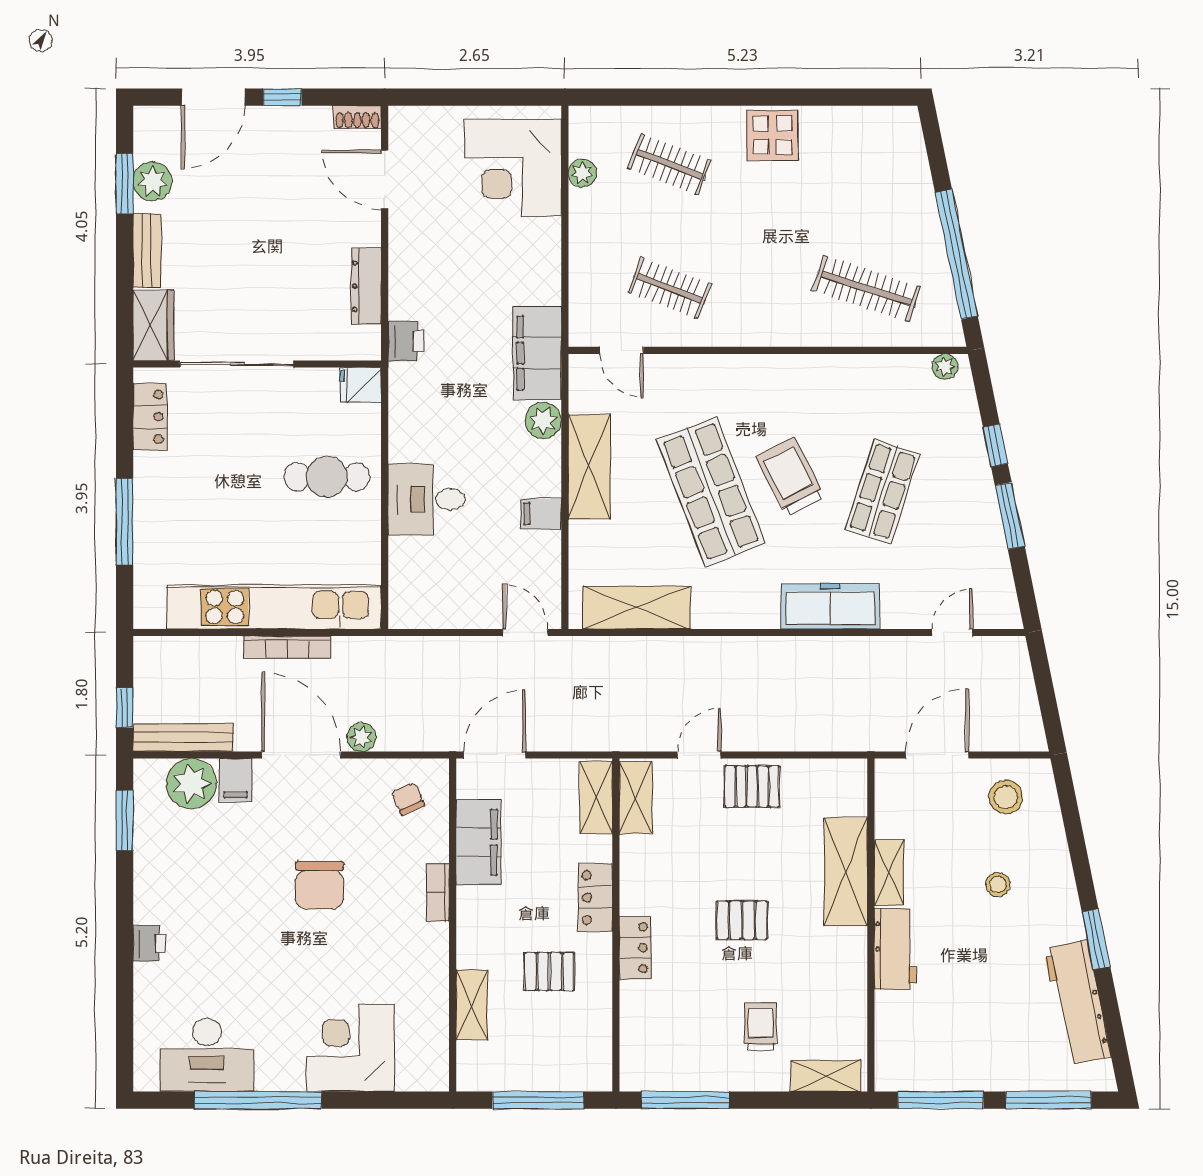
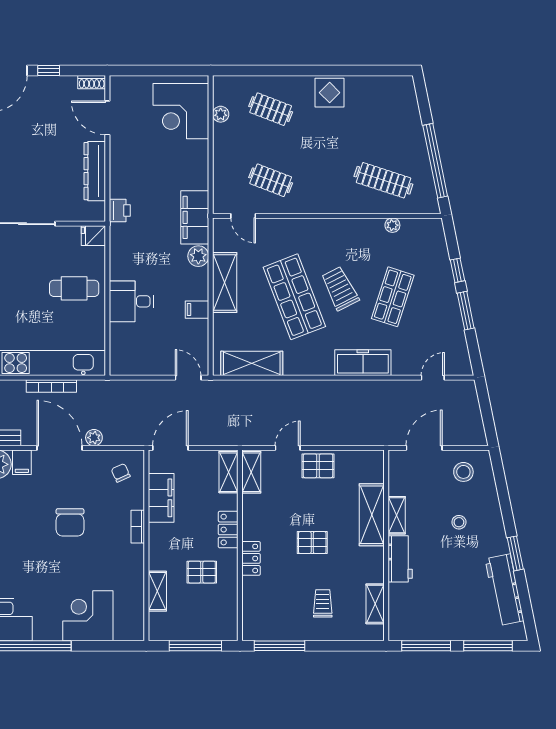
dresser: (366, 286) -> (95, 171), width x1.37, depth x1.24
plant: (945, 367) -> (392, 225), moved
shelving: (826, 1076) -> (375, 604), moved, turned 90

